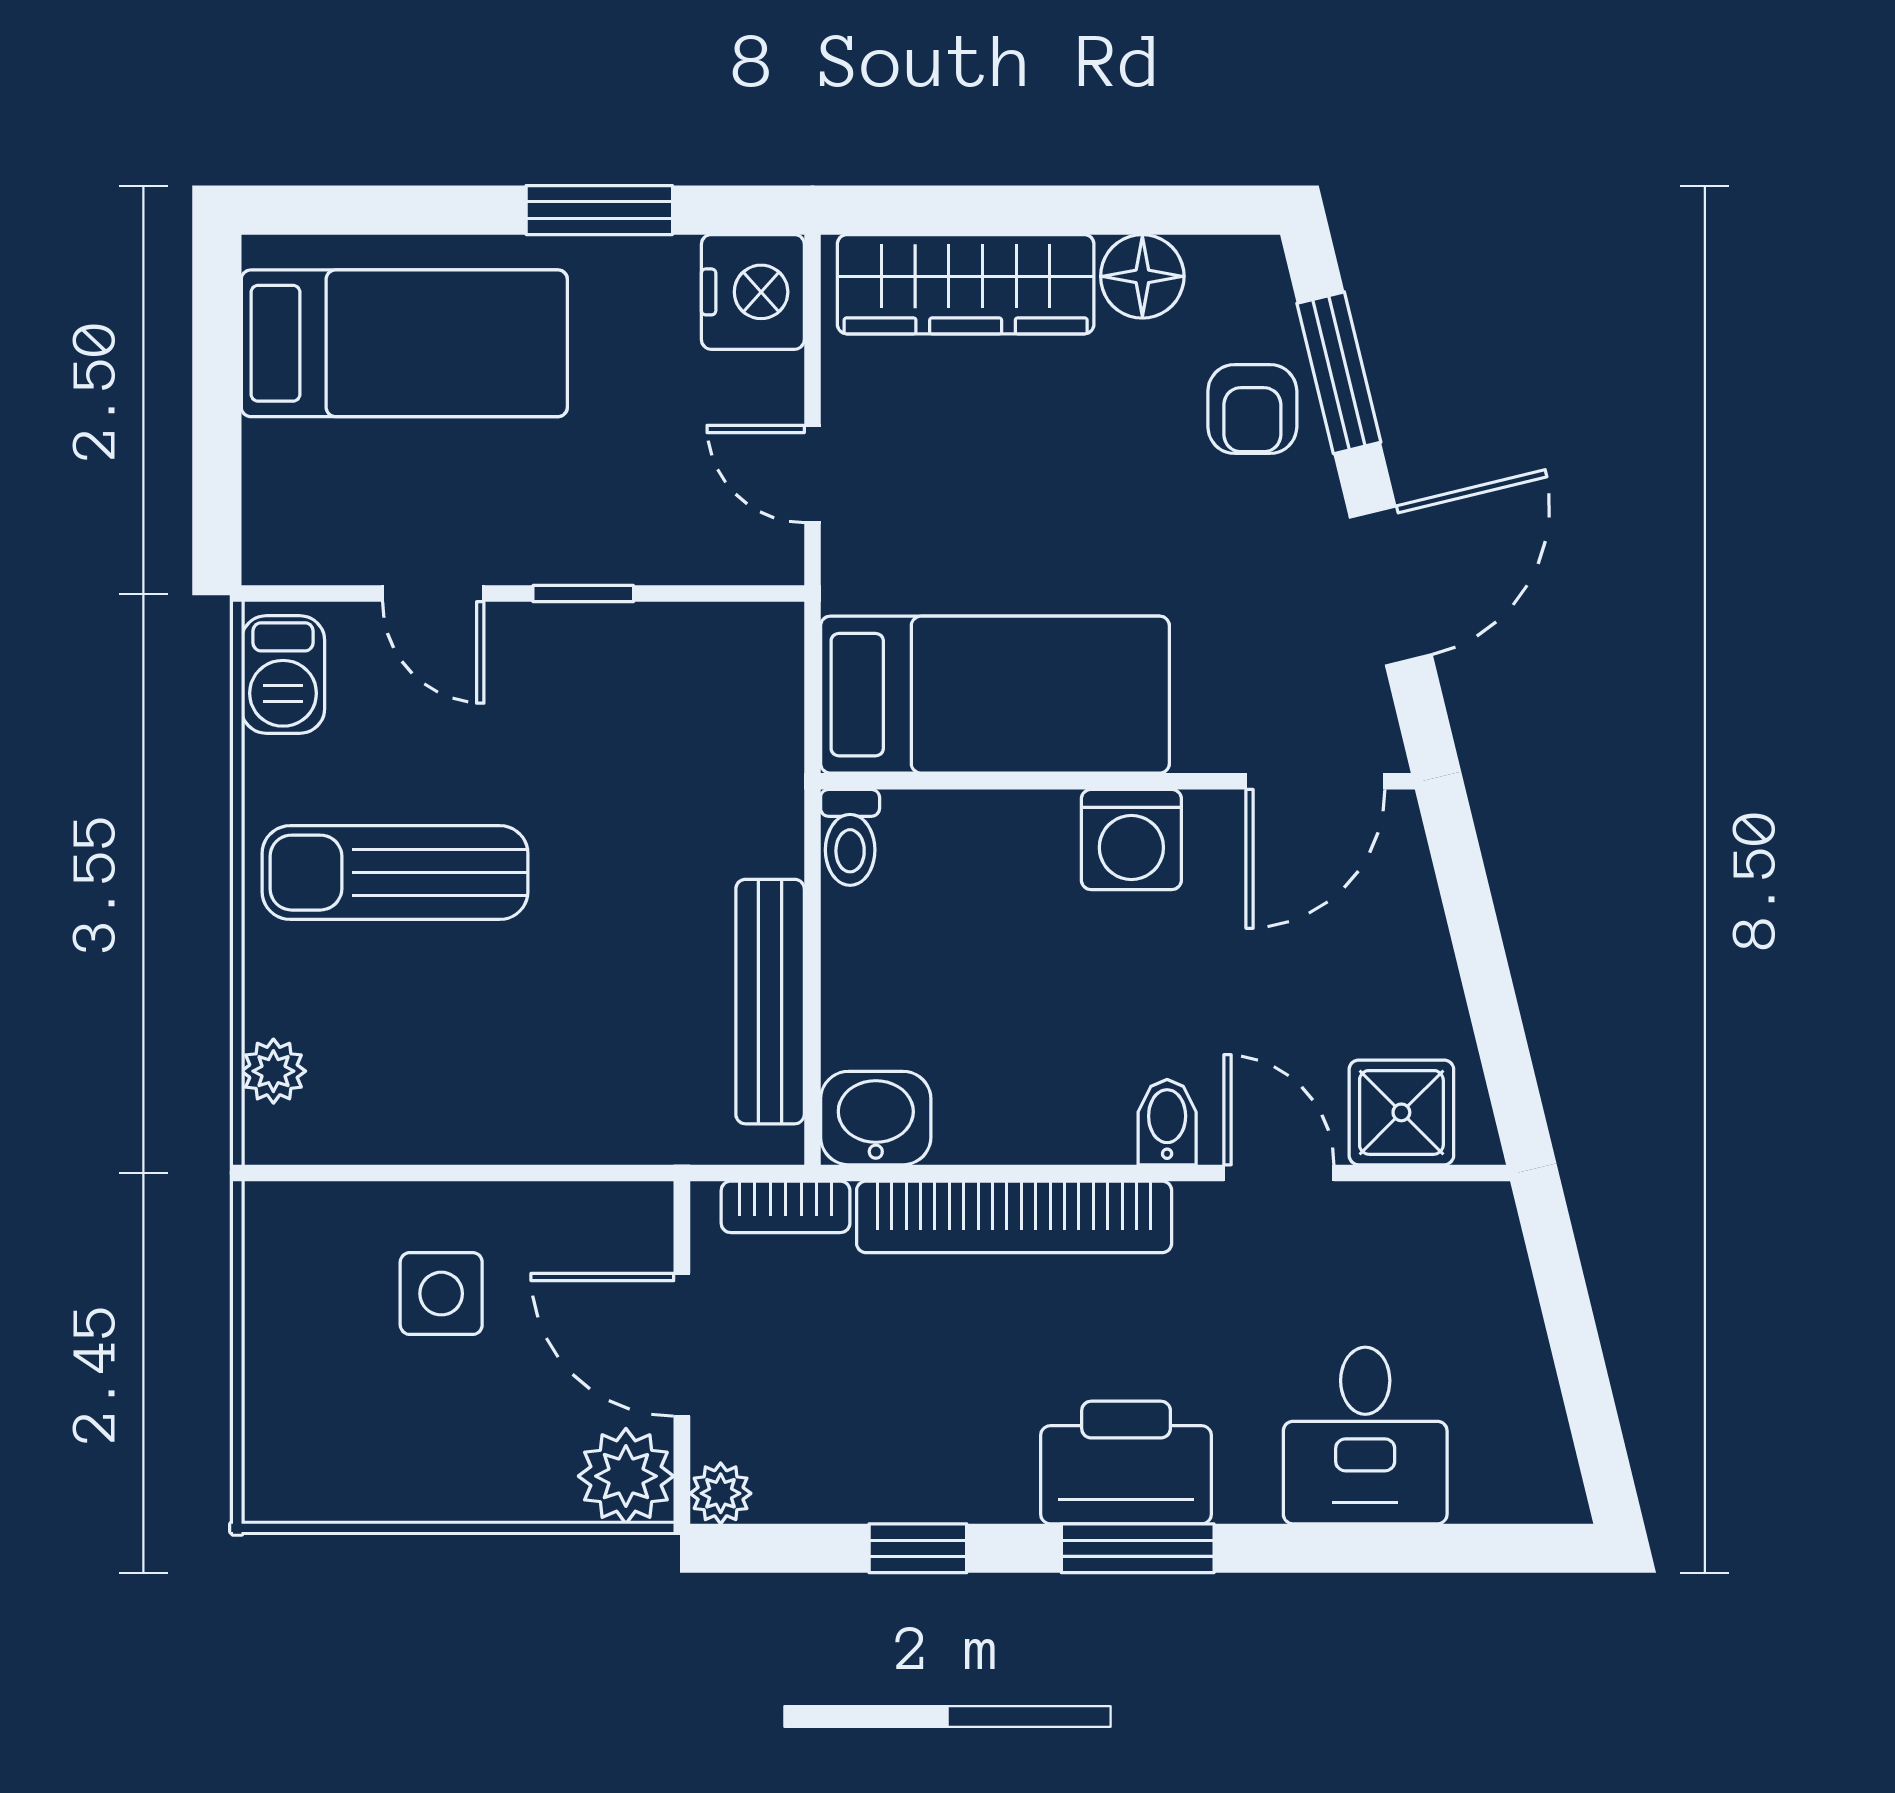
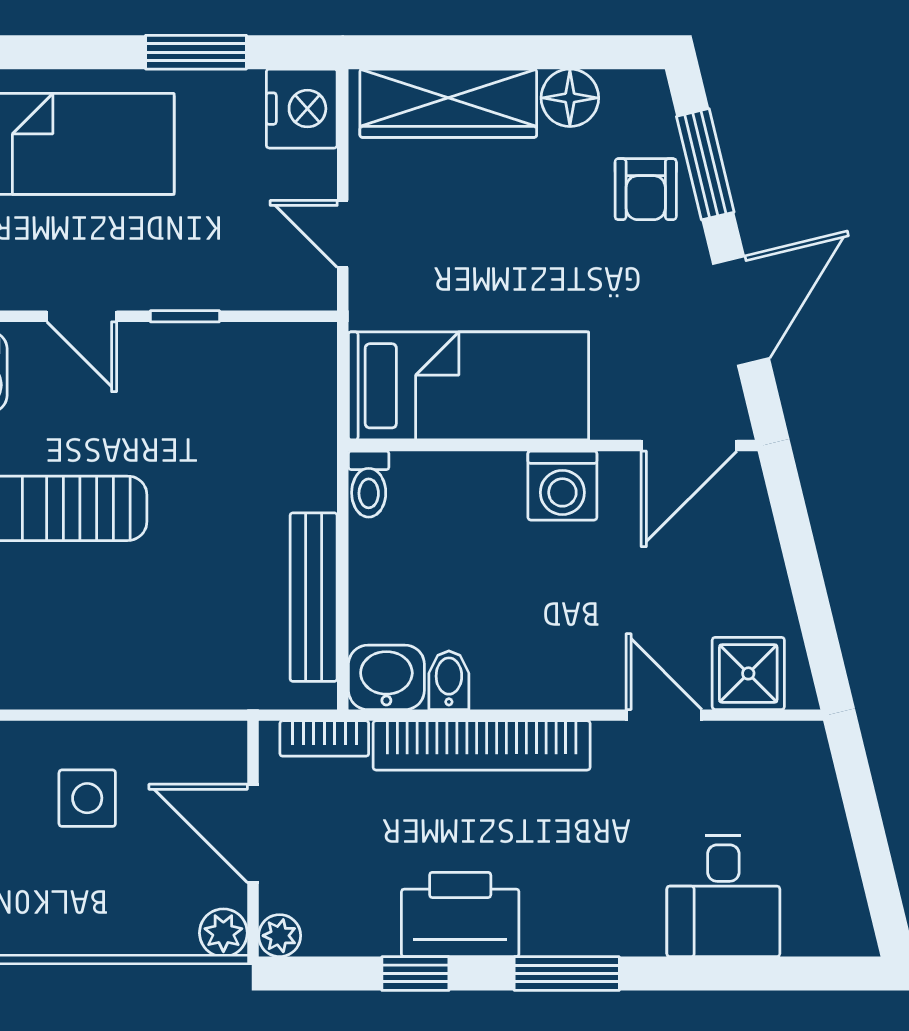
bidet: (1167, 1122) -> (449, 680), moved
printer: (1126, 1462) -> (460, 914), moved
plant: (626, 1476) -> (223, 933), width x0.73, depth x0.73

